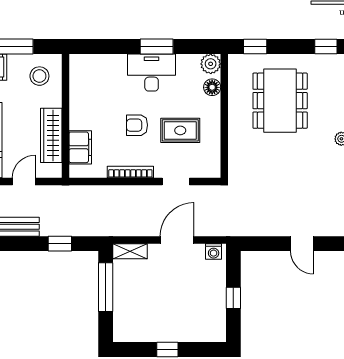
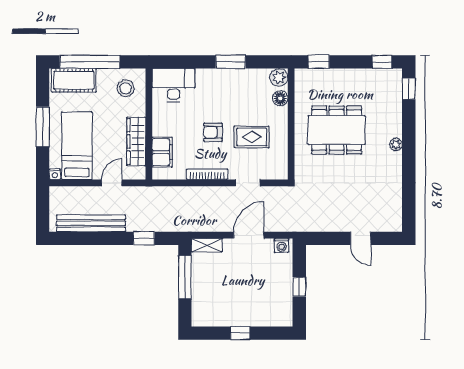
desk: (152, 72) -> (174, 85), moved
dining table: (280, 101) -> (337, 130), moved, turned 90

